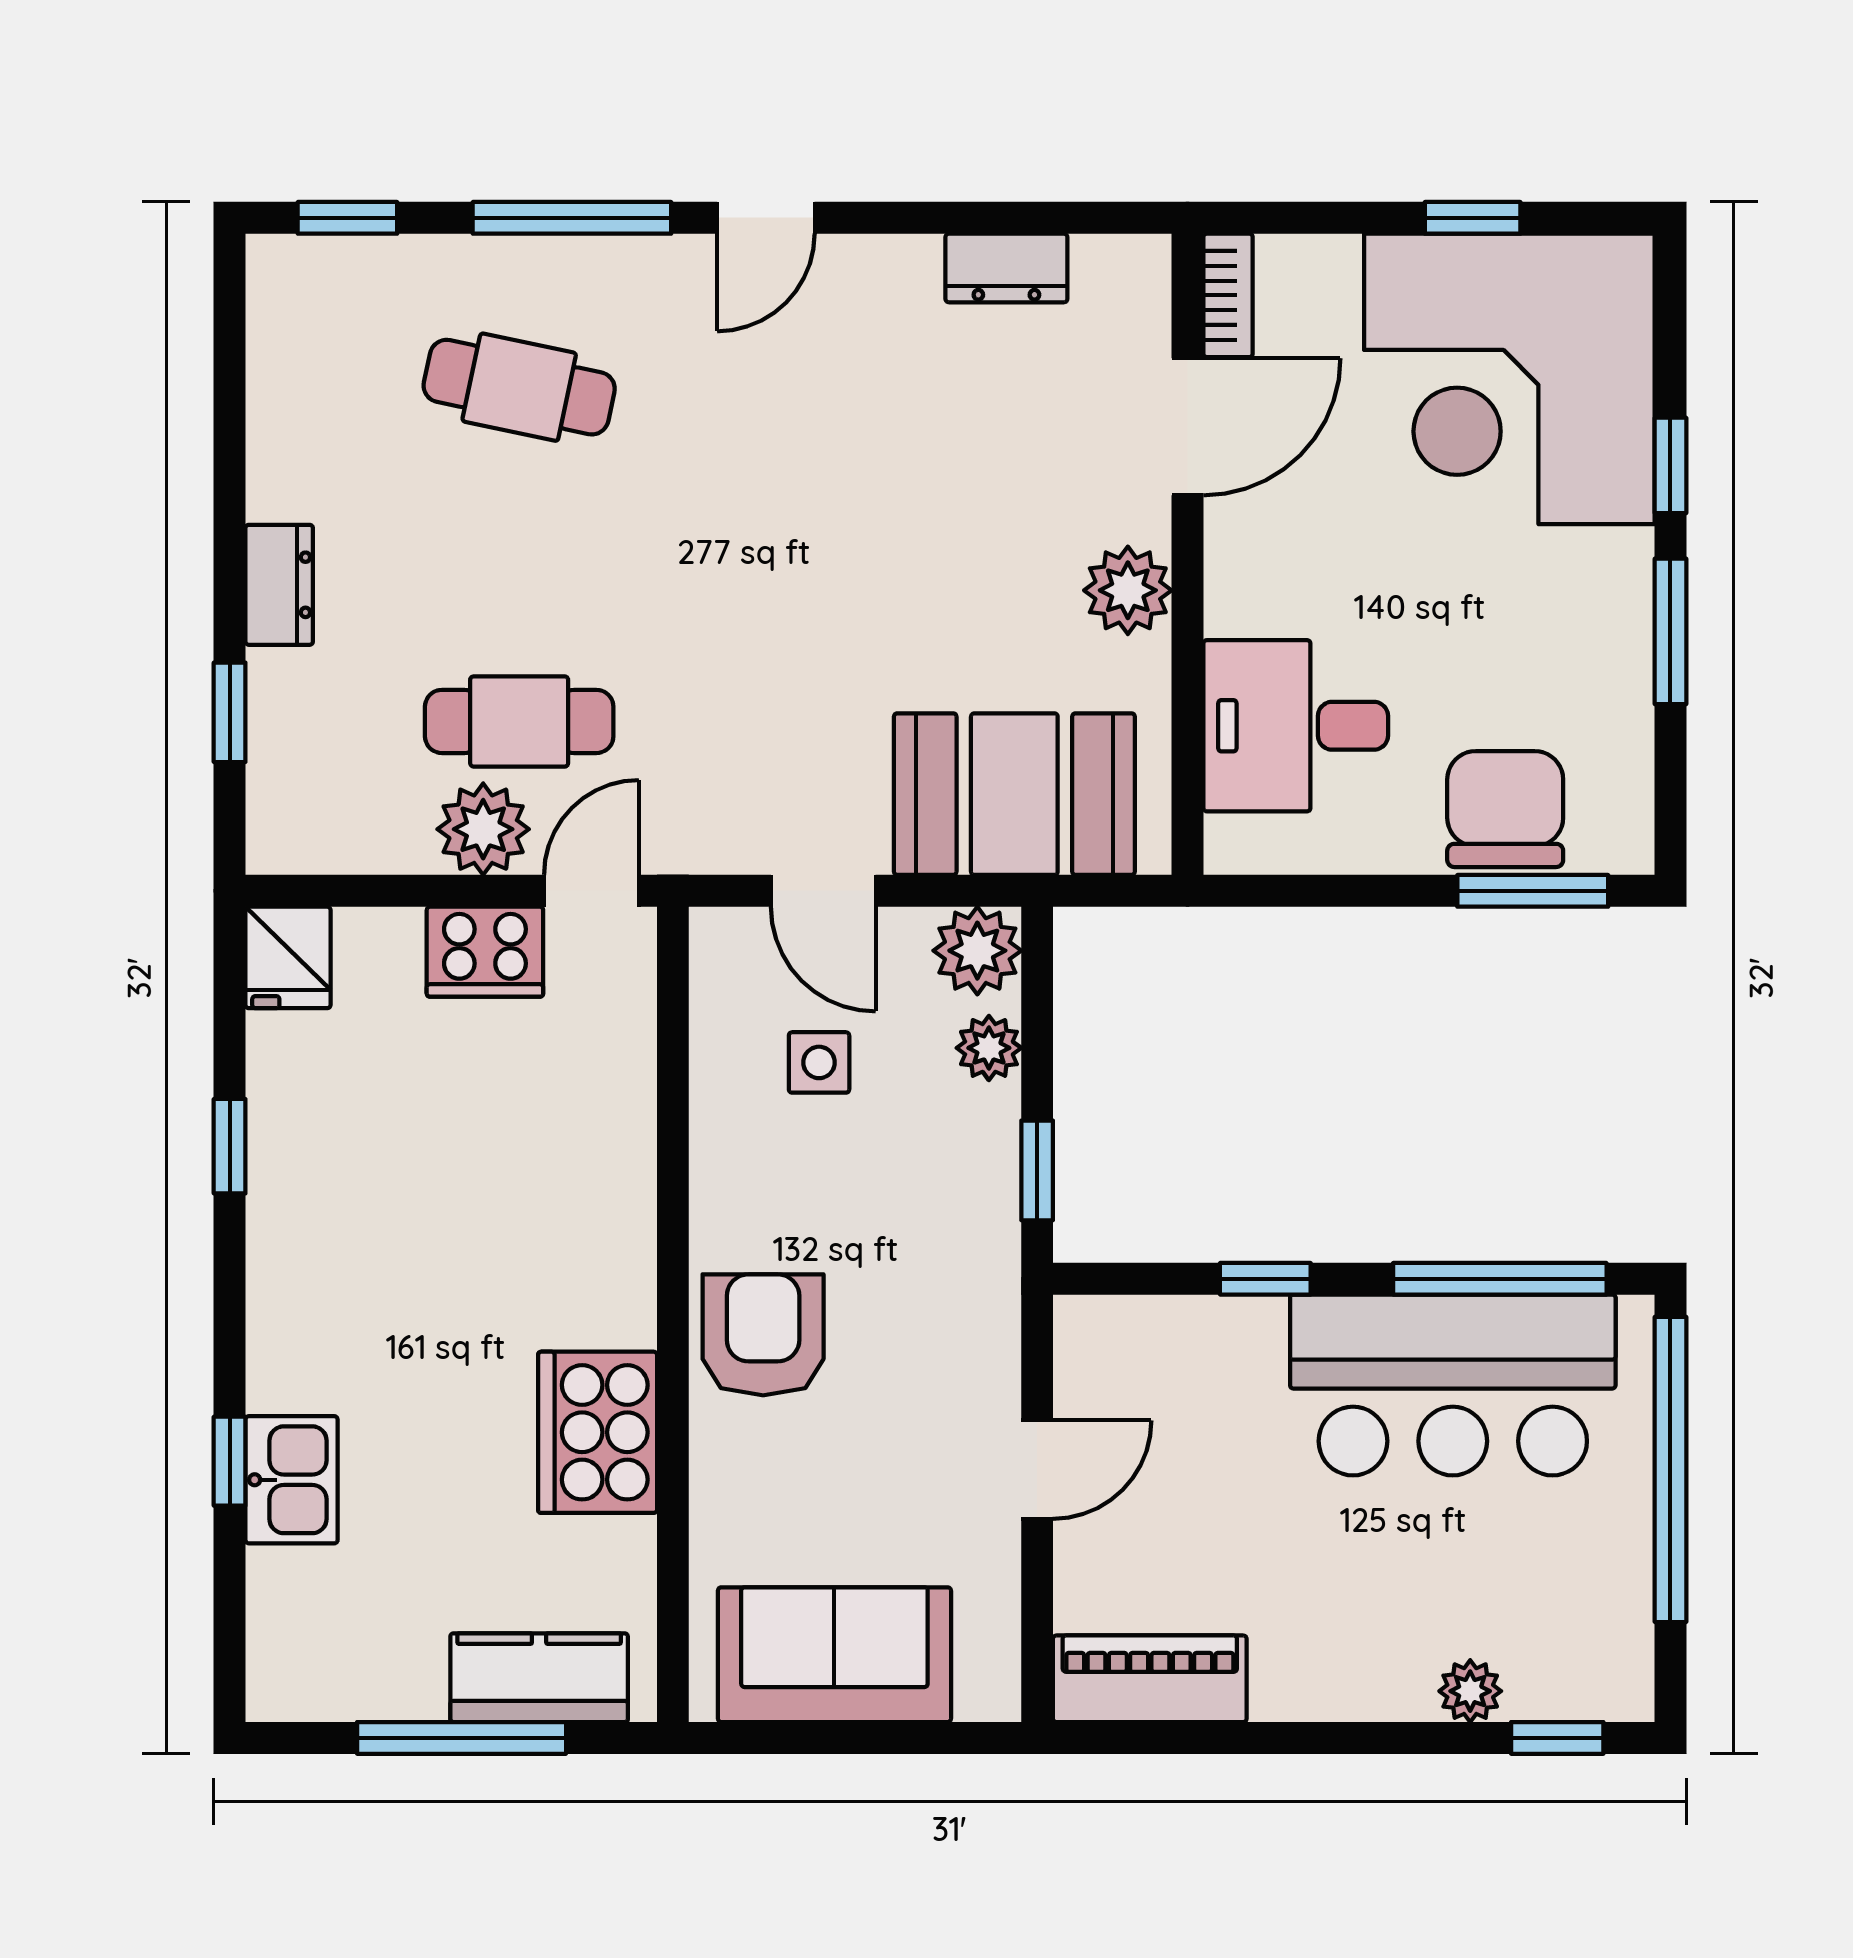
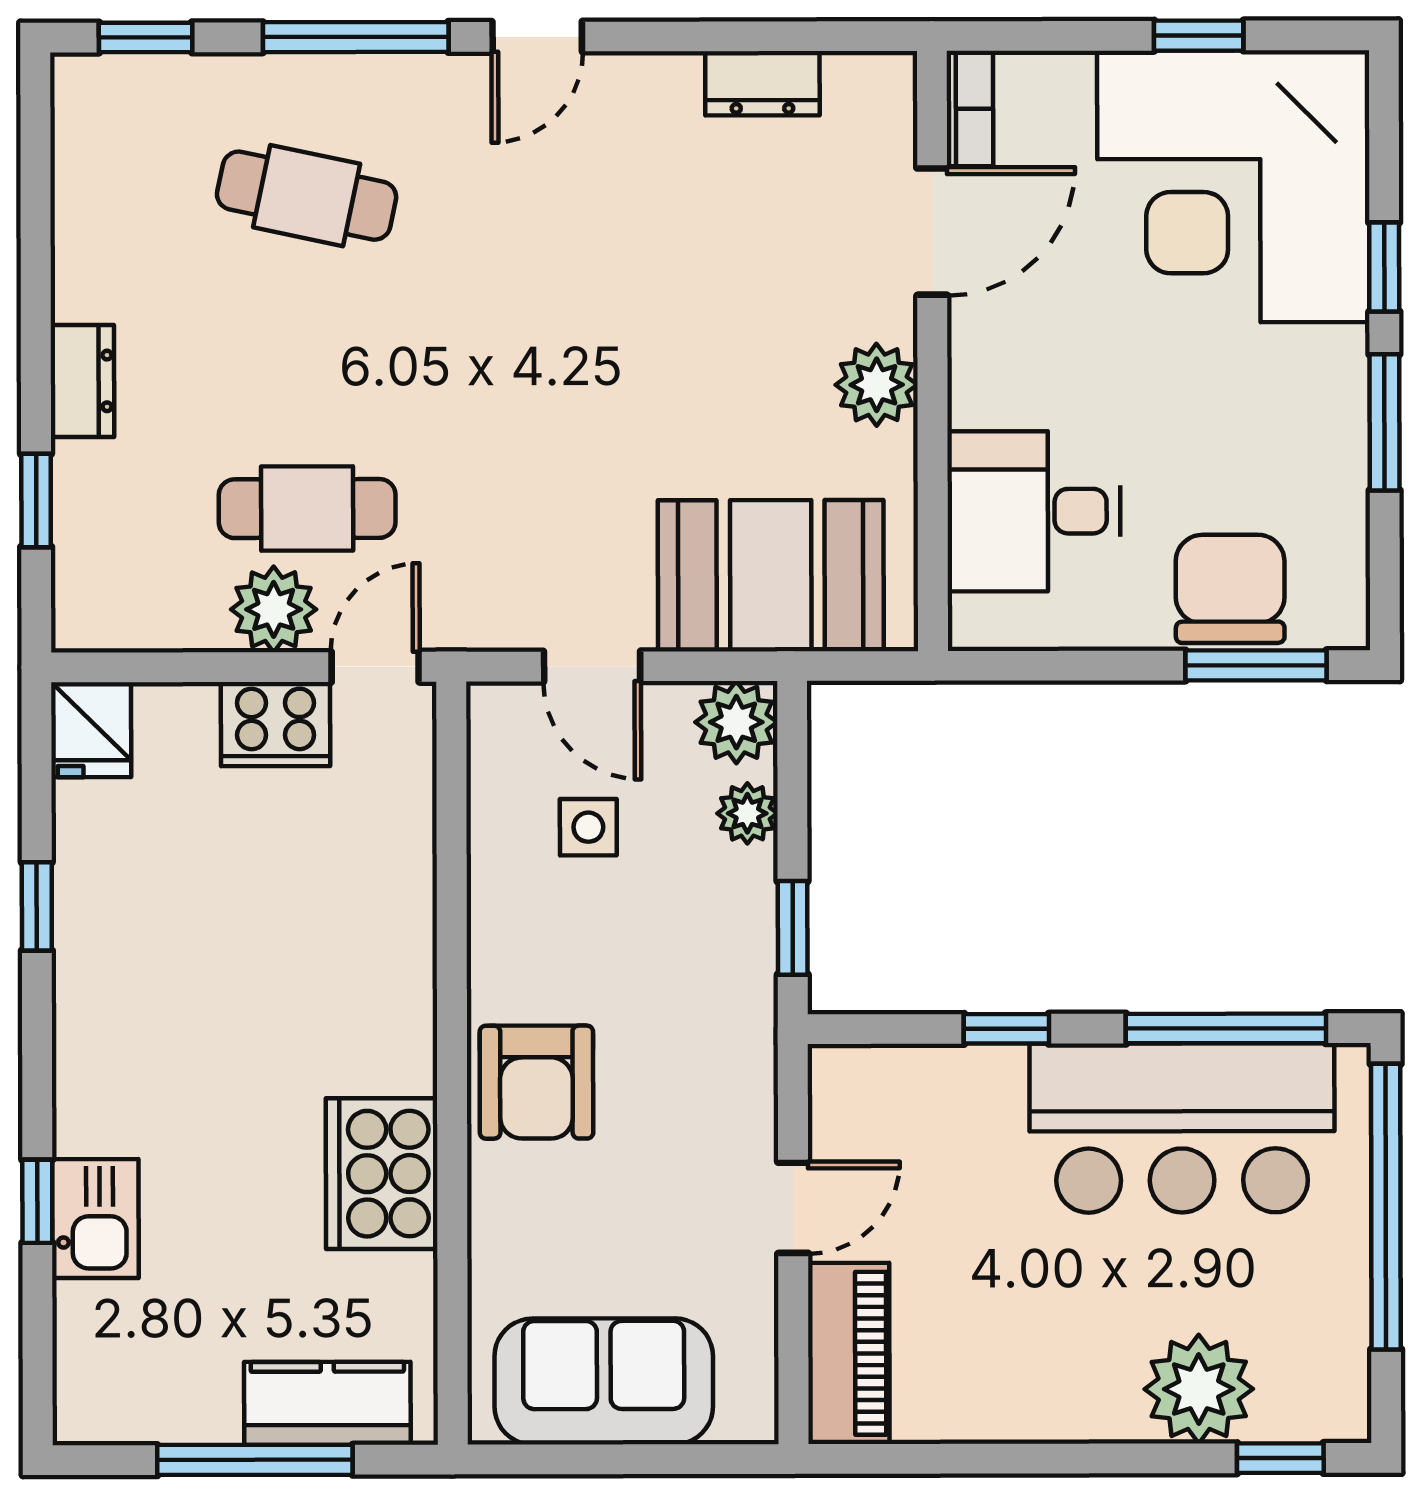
armchair: (763, 1335) -> (536, 1082), turned 180
piano: (1150, 1679) -> (849, 1353), moved, turned 90
plant: (1470, 1691) -> (1199, 1389), width x1.88, depth x1.88

